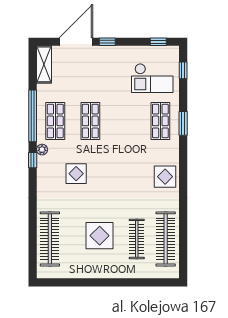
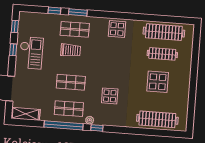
window: (107, 42) -> (13, 50), moved
window: (183, 70) -> (54, 11), moved
checkout: (152, 78) -> (31, 53), moved
trolley: (132, 117) -> (70, 50), added

